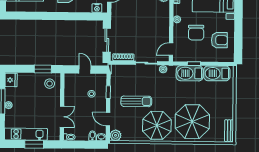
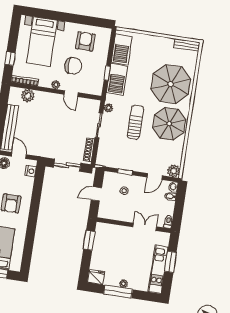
door: (171, 49) -> (71, 94), moved
stool: (50, 84) -> (106, 235), removed
sun lounger: (136, 101) -> (135, 122), moved

